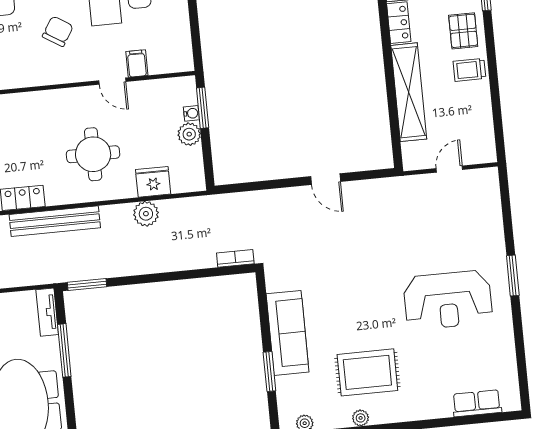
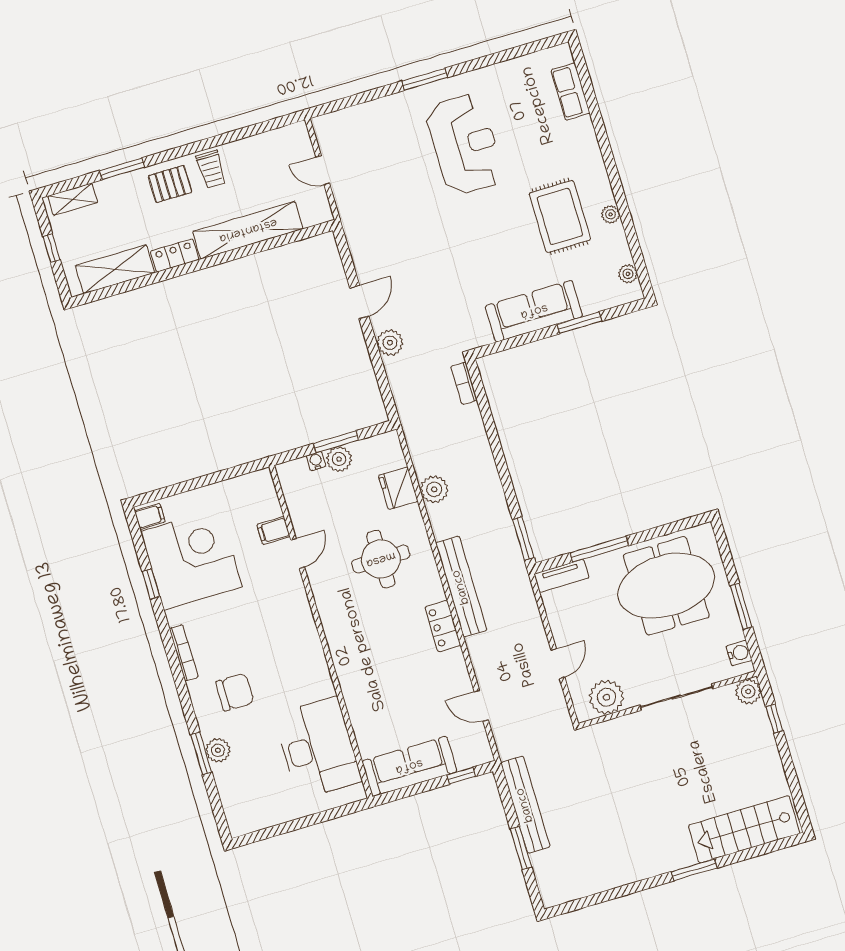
chair: (58, 31) -> (255, 623), removed
window: (203, 108) -> (336, 442), moved
plant: (284, 199) -> (390, 343), added

